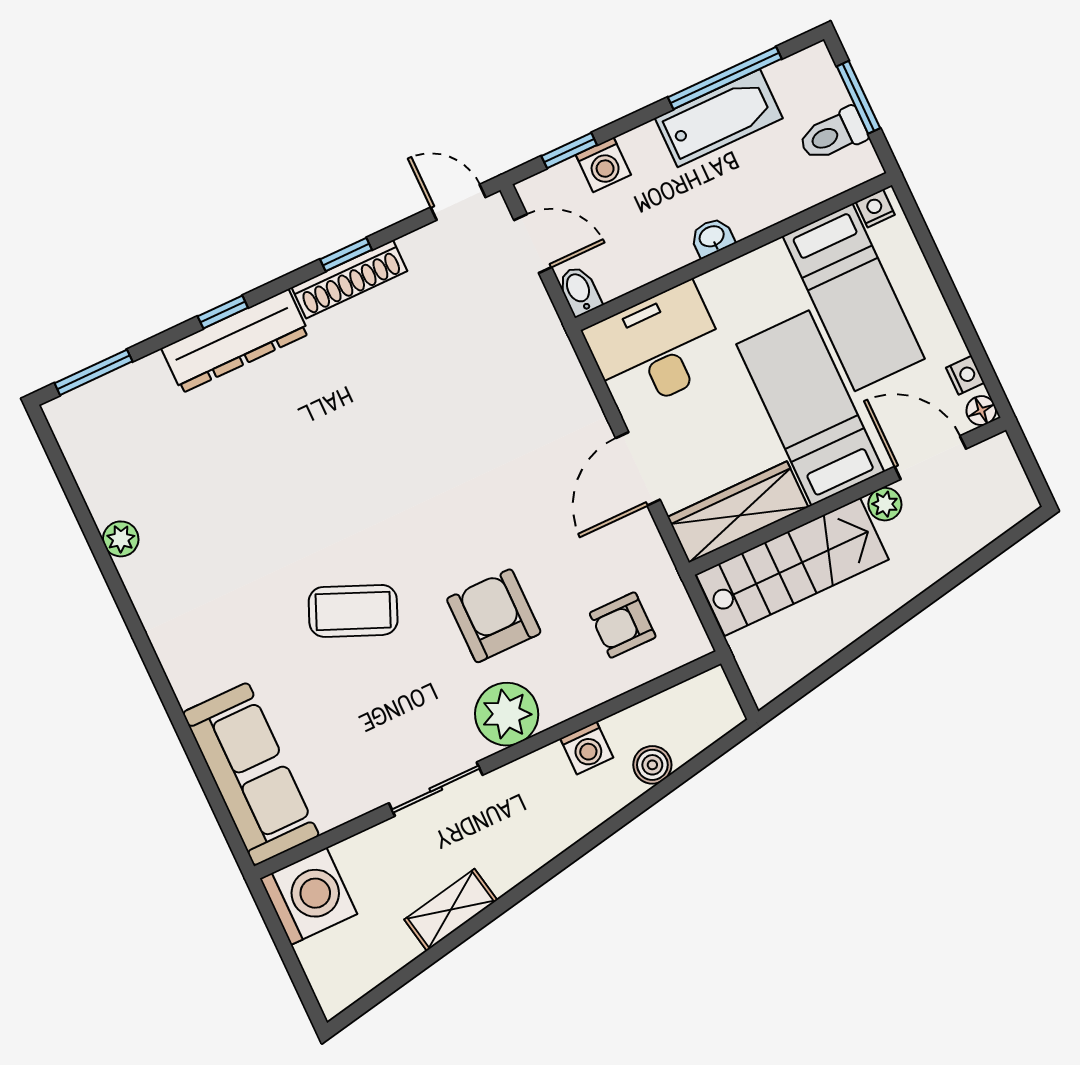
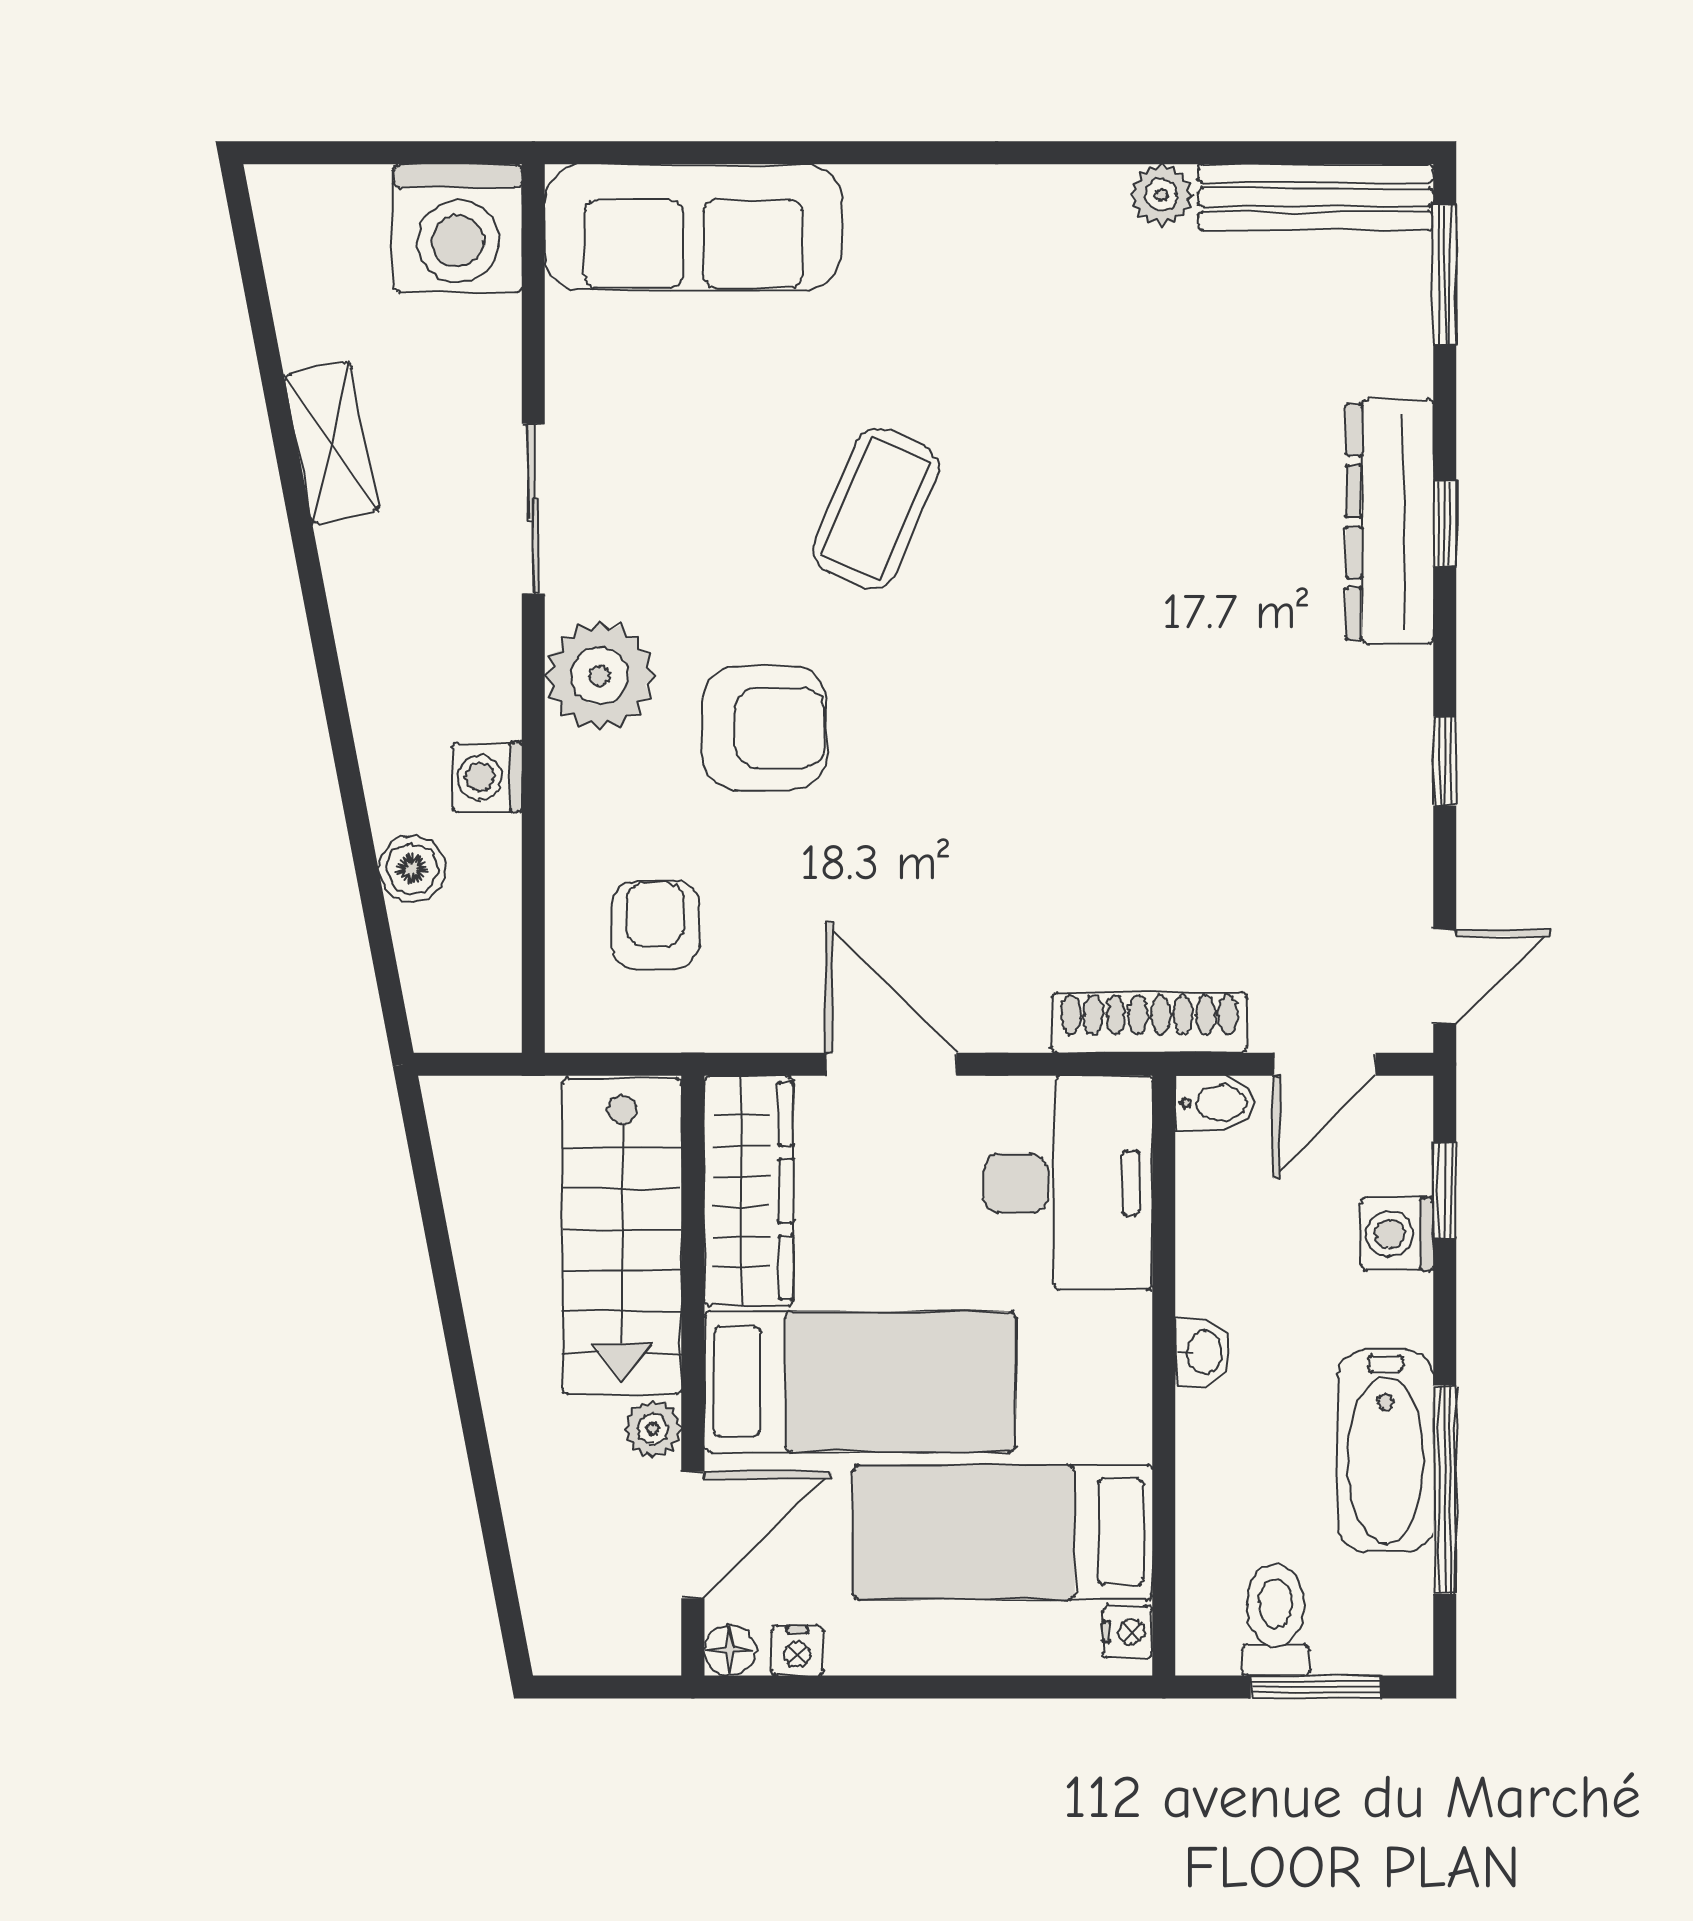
shoe rack: (349, 279) -> (1149, 1023), moved, turned 90
bench: (84, 458) -> (1316, 197), added

